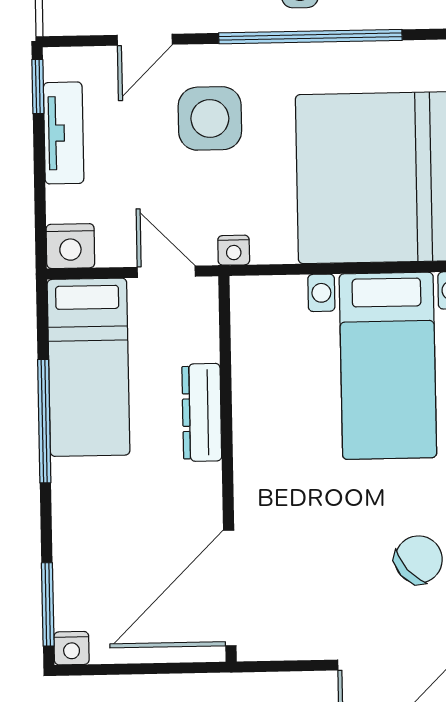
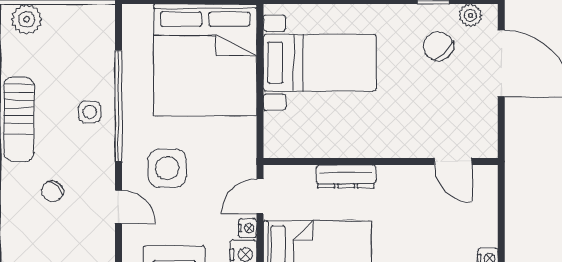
nightstand: (234, 250) -> (248, 228), moved
door: (230, 588) -> (453, 162), width x0.53

